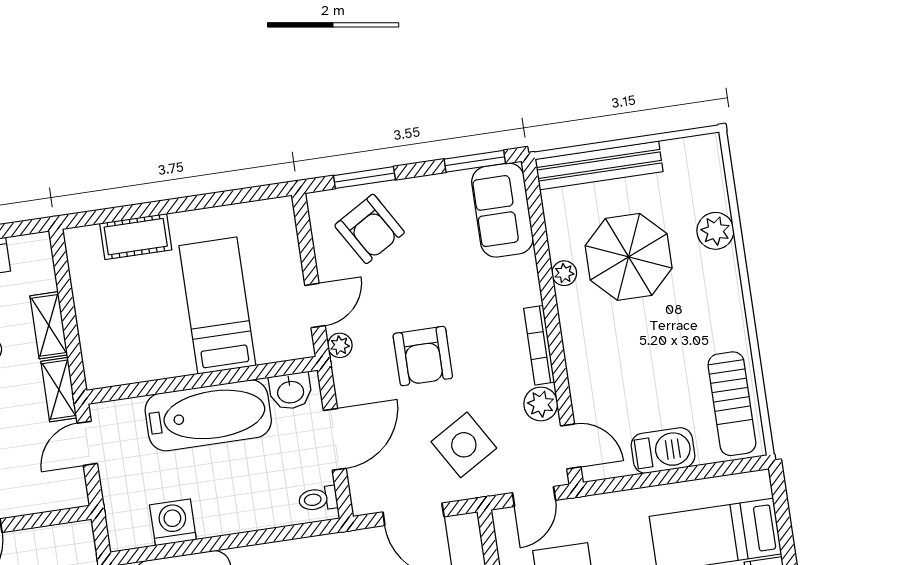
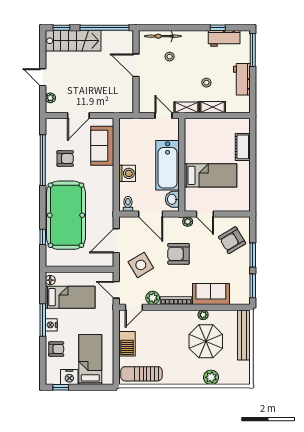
window: (364, 178) -> (253, 255), moved
sofa: (502, 210) -> (211, 294), moved
washing machine: (173, 522) -> (127, 173), moved

